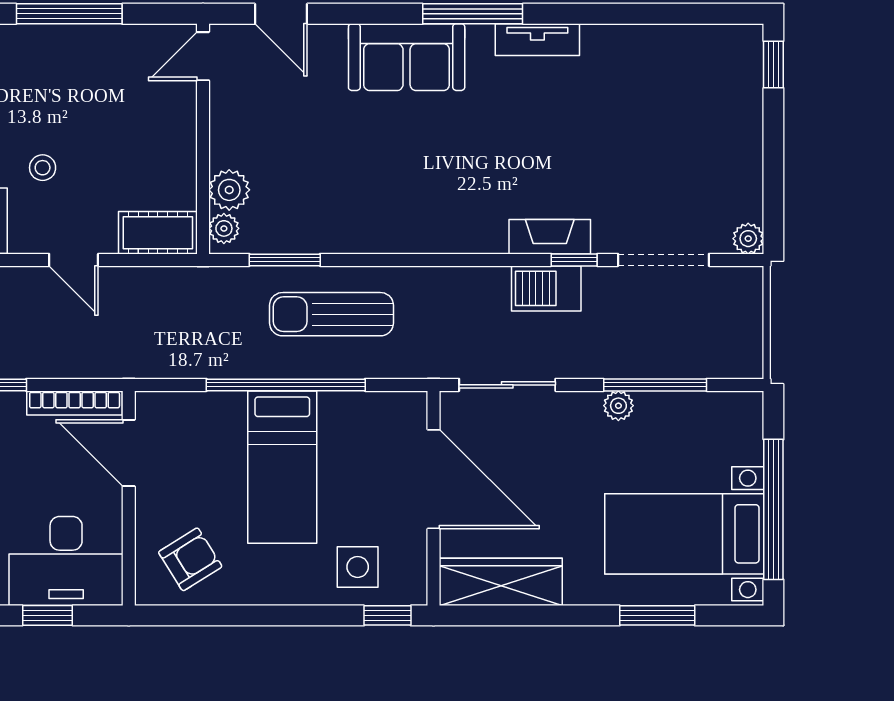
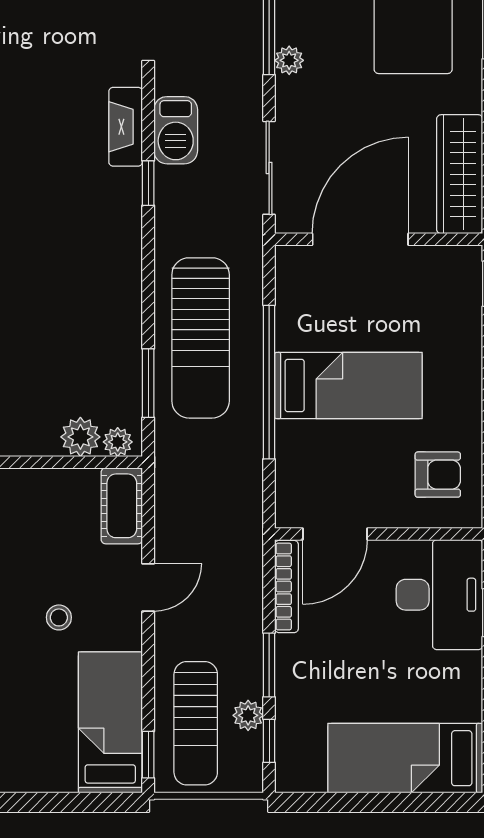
window: (574, 260) -> (148, 183), moved
sun lounger: (332, 314) -> (201, 338), width x1.36, depth x1.34
armchair: (190, 559) -> (438, 475), turned 122
side table: (358, 567) -> (445, 313), removed

